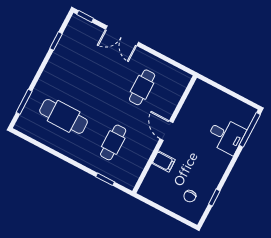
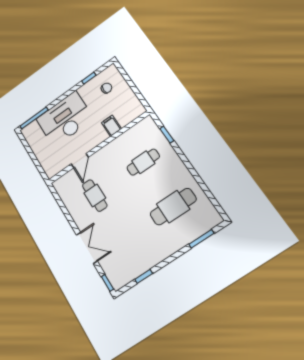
cafe table: (142, 87) -> (95, 195), turned 90
cafe table: (64, 116) -> (173, 207), turned 90
door: (166, 131) -> (80, 161), moved
desk: (226, 136) -> (65, 119), width x1.87, depth x1.30

